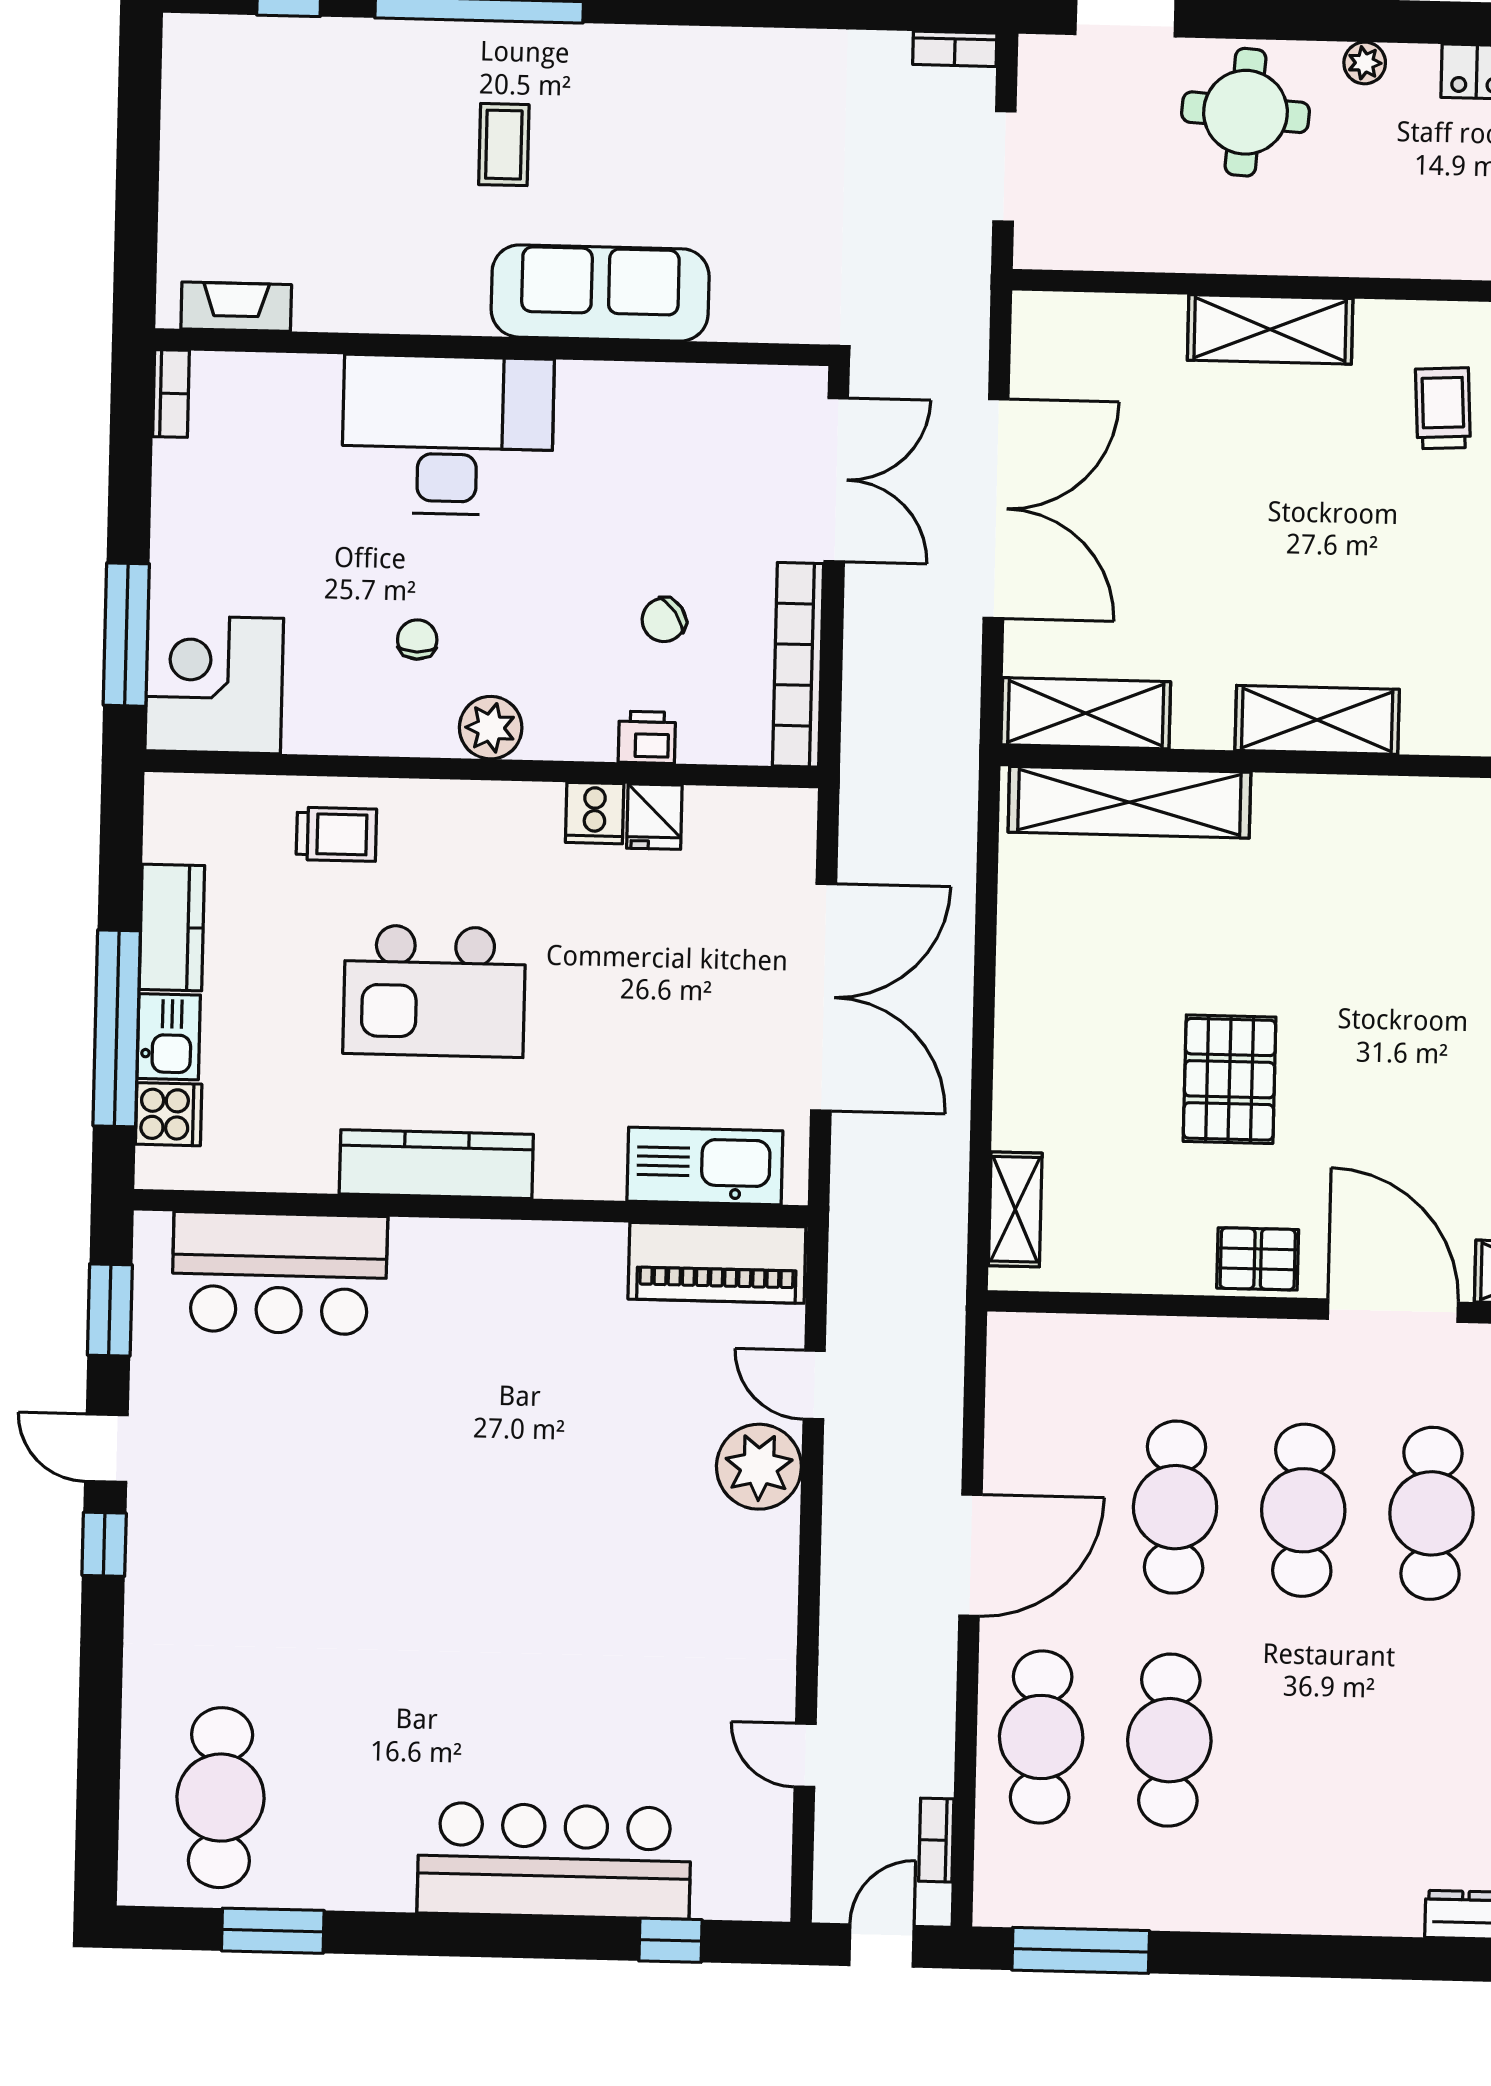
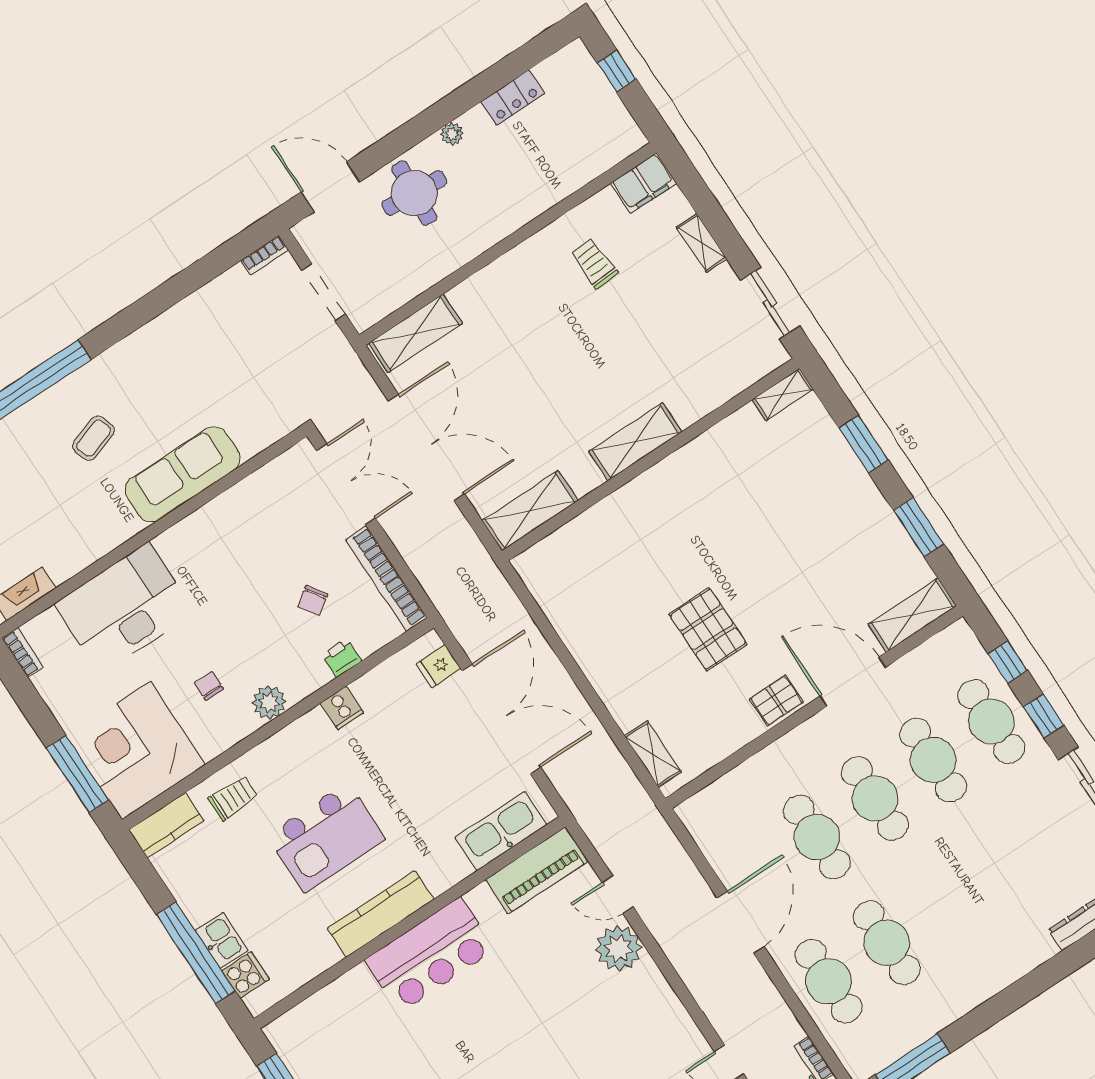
coffee table: (504, 145) -> (94, 438), turned 72
shelving: (1270, 329) -> (415, 333), moved
desk: (448, 435) -> (124, 608), moved
corner desk: (214, 684) -> (136, 751), width x1.36, depth x1.36
shelving: (1129, 802) -> (577, 537), removed
fridge: (654, 817) -> (439, 666), moved, turned 90
kitchen counter: (172, 927) -> (166, 825), moved, turned 90
bar counter: (280, 1273) -> (430, 955), moved

